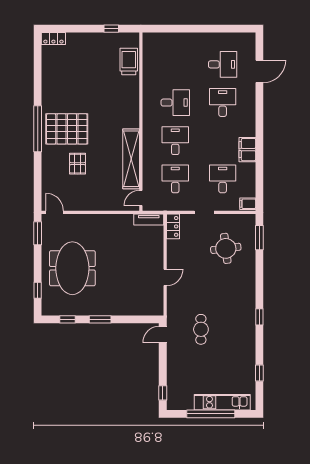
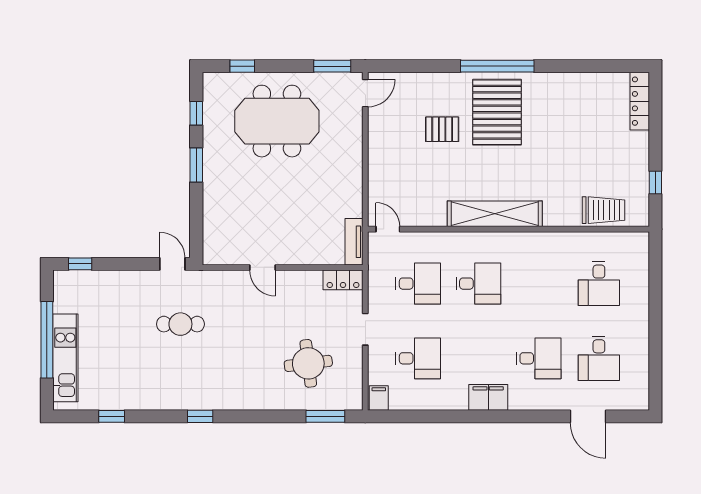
locker: (53, 39) -> (640, 101), width x1.53
desk: (175, 103) -> (599, 284), moved
filing cabinet: (247, 150) -> (488, 397), moved
shelving: (131, 159) -> (495, 214), moved

